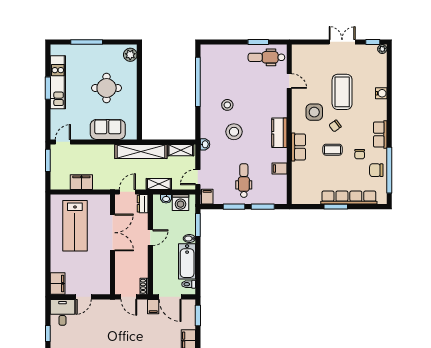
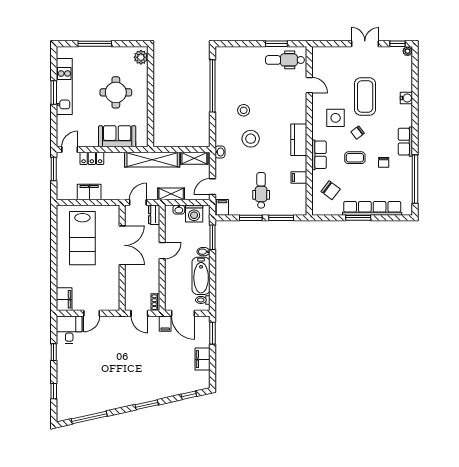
locker: (84, 150) -> (92, 158), added
chair: (376, 170) -> (331, 190), moved, turned -143

